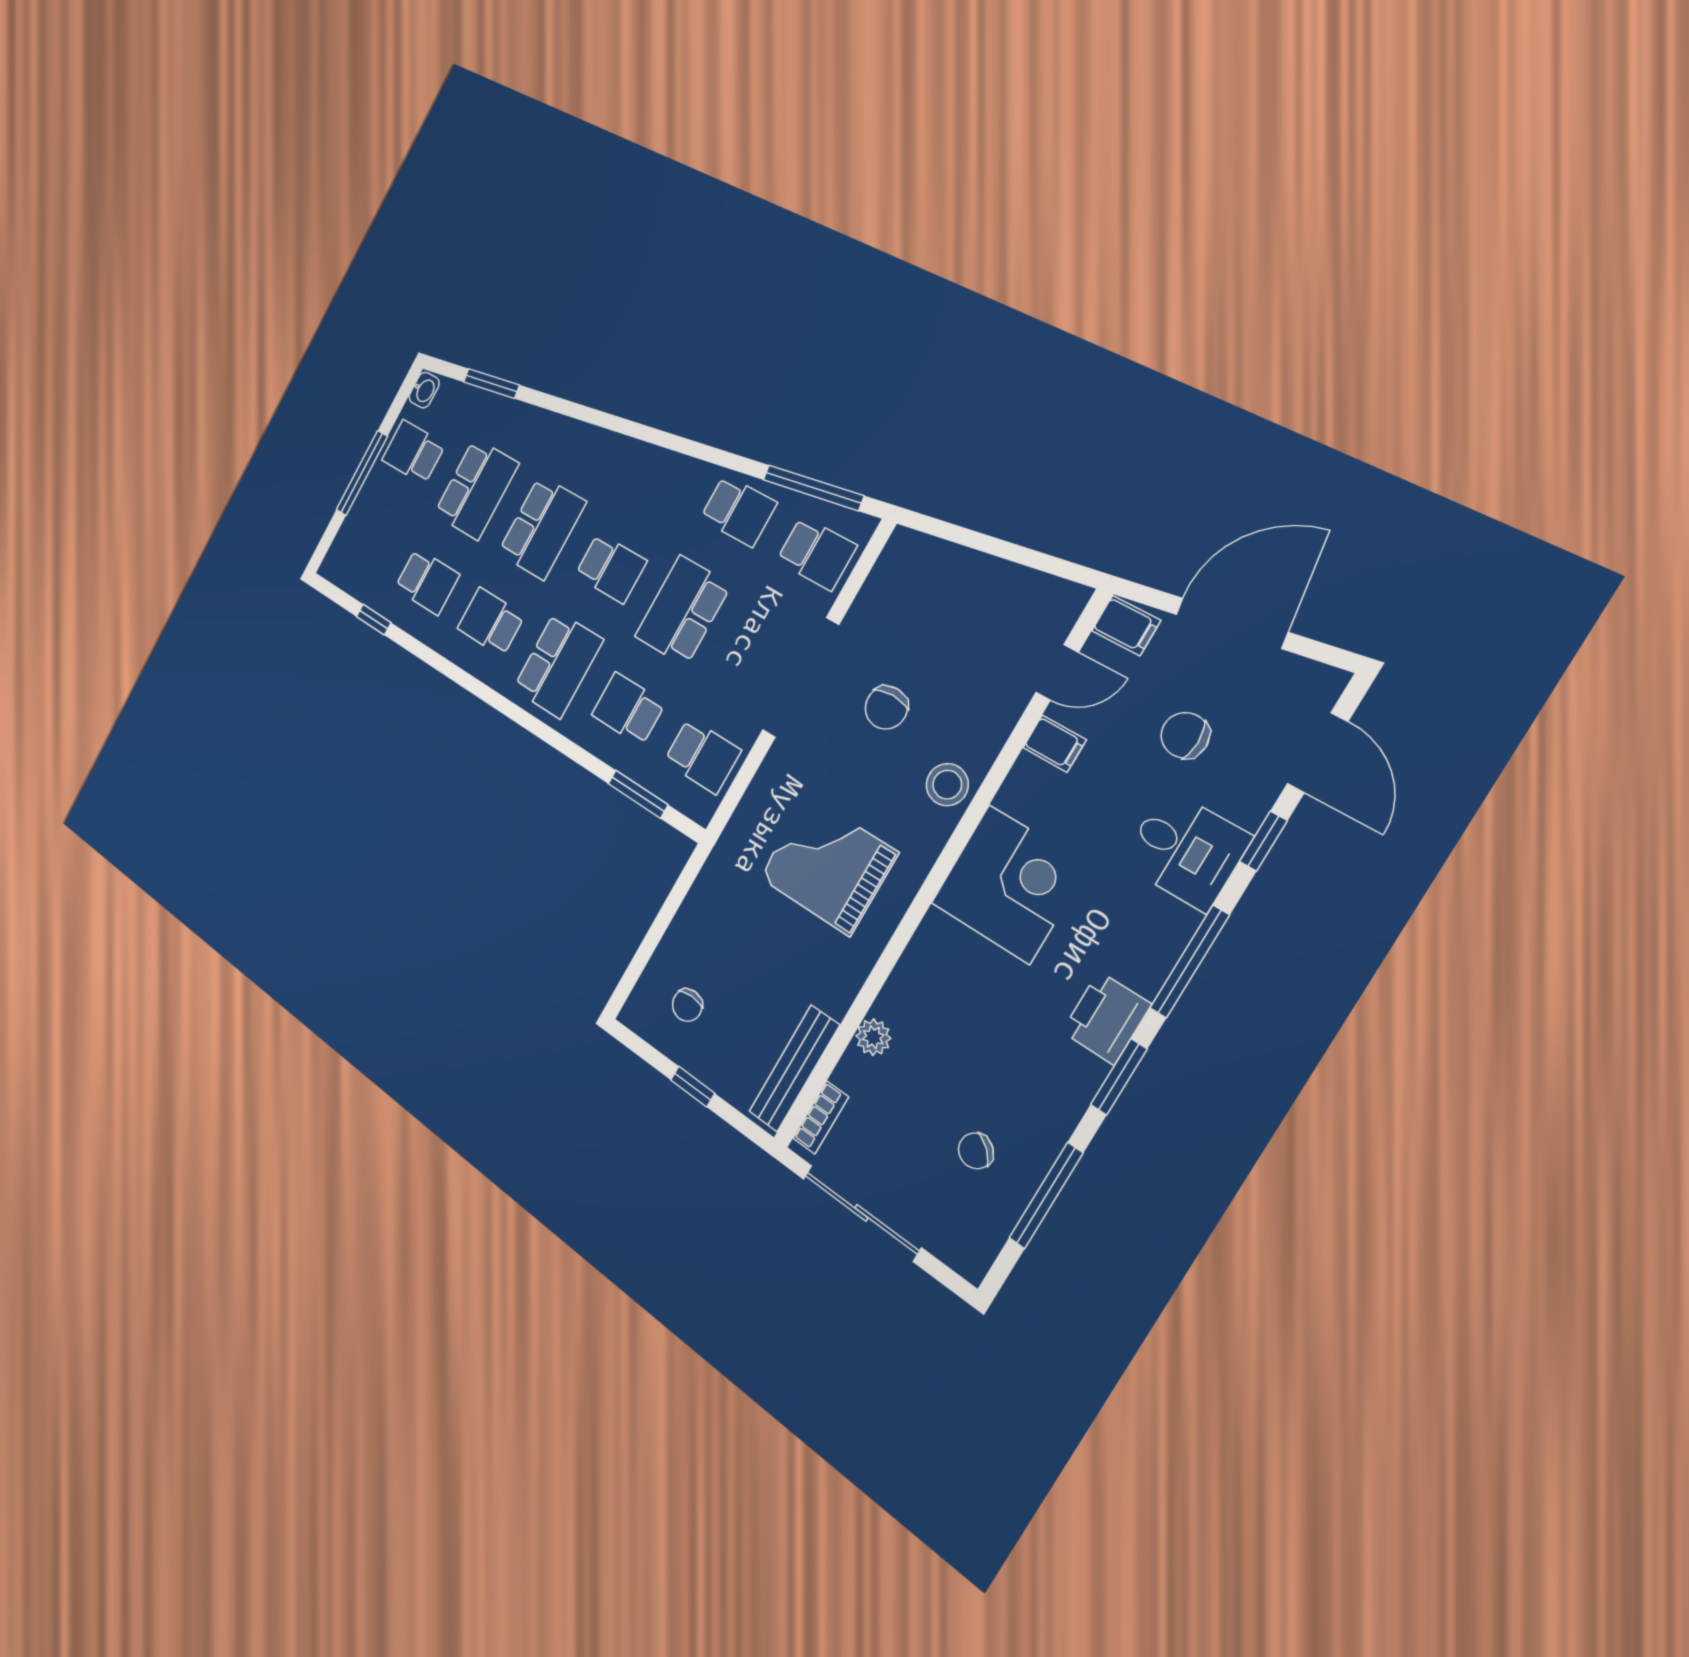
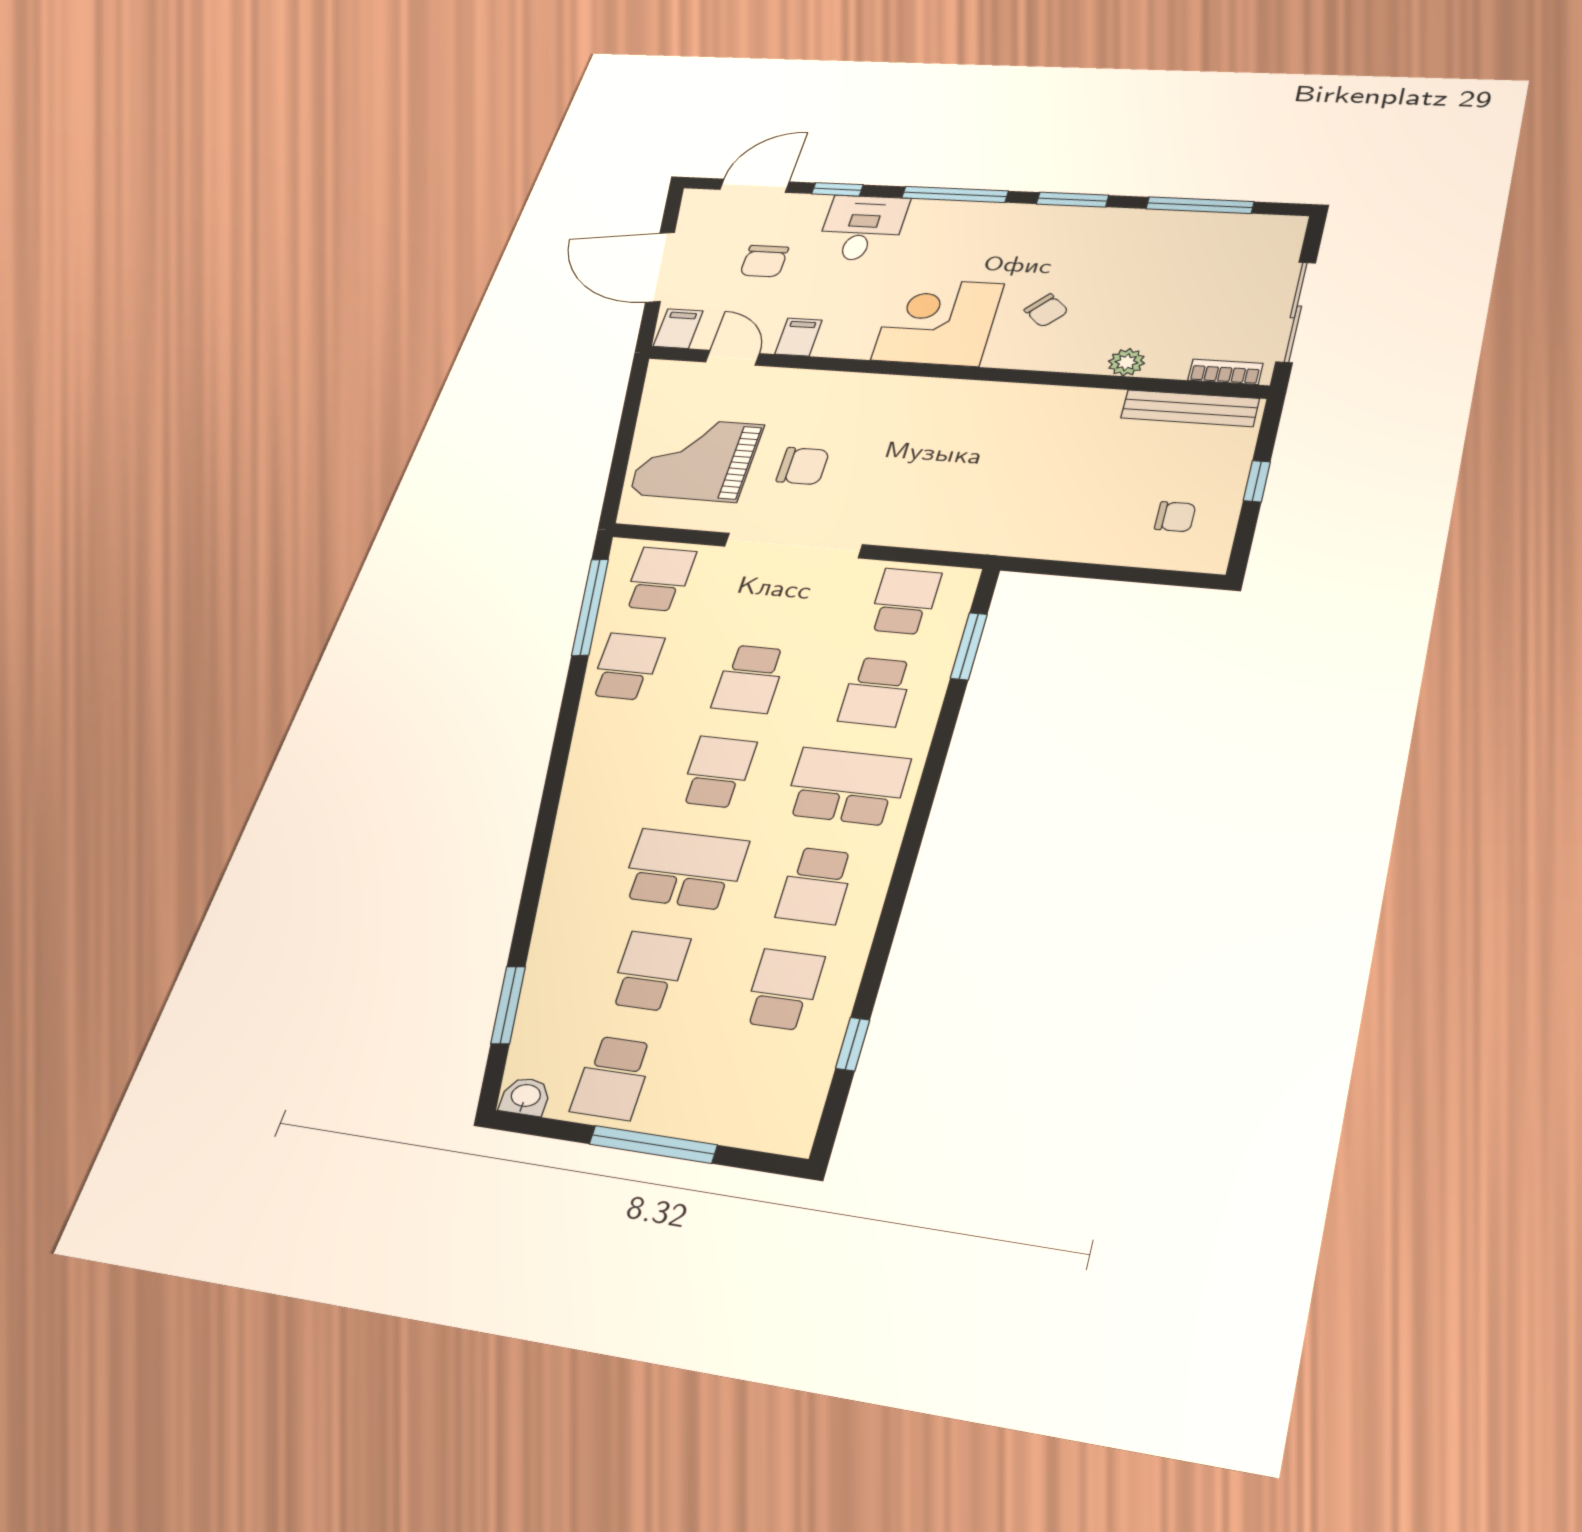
school desk: (476, 489) -> (649, 971), width x0.54
school desk: (683, 611) -> (750, 679), width x0.54
stool: (947, 785) -> (862, 395), removed
grand piano: (828, 865) -> (696, 459), moved, turned 90
printer: (1106, 1018) -> (1027, 223), removed
chair: (976, 1151) -> (1046, 310), moved

